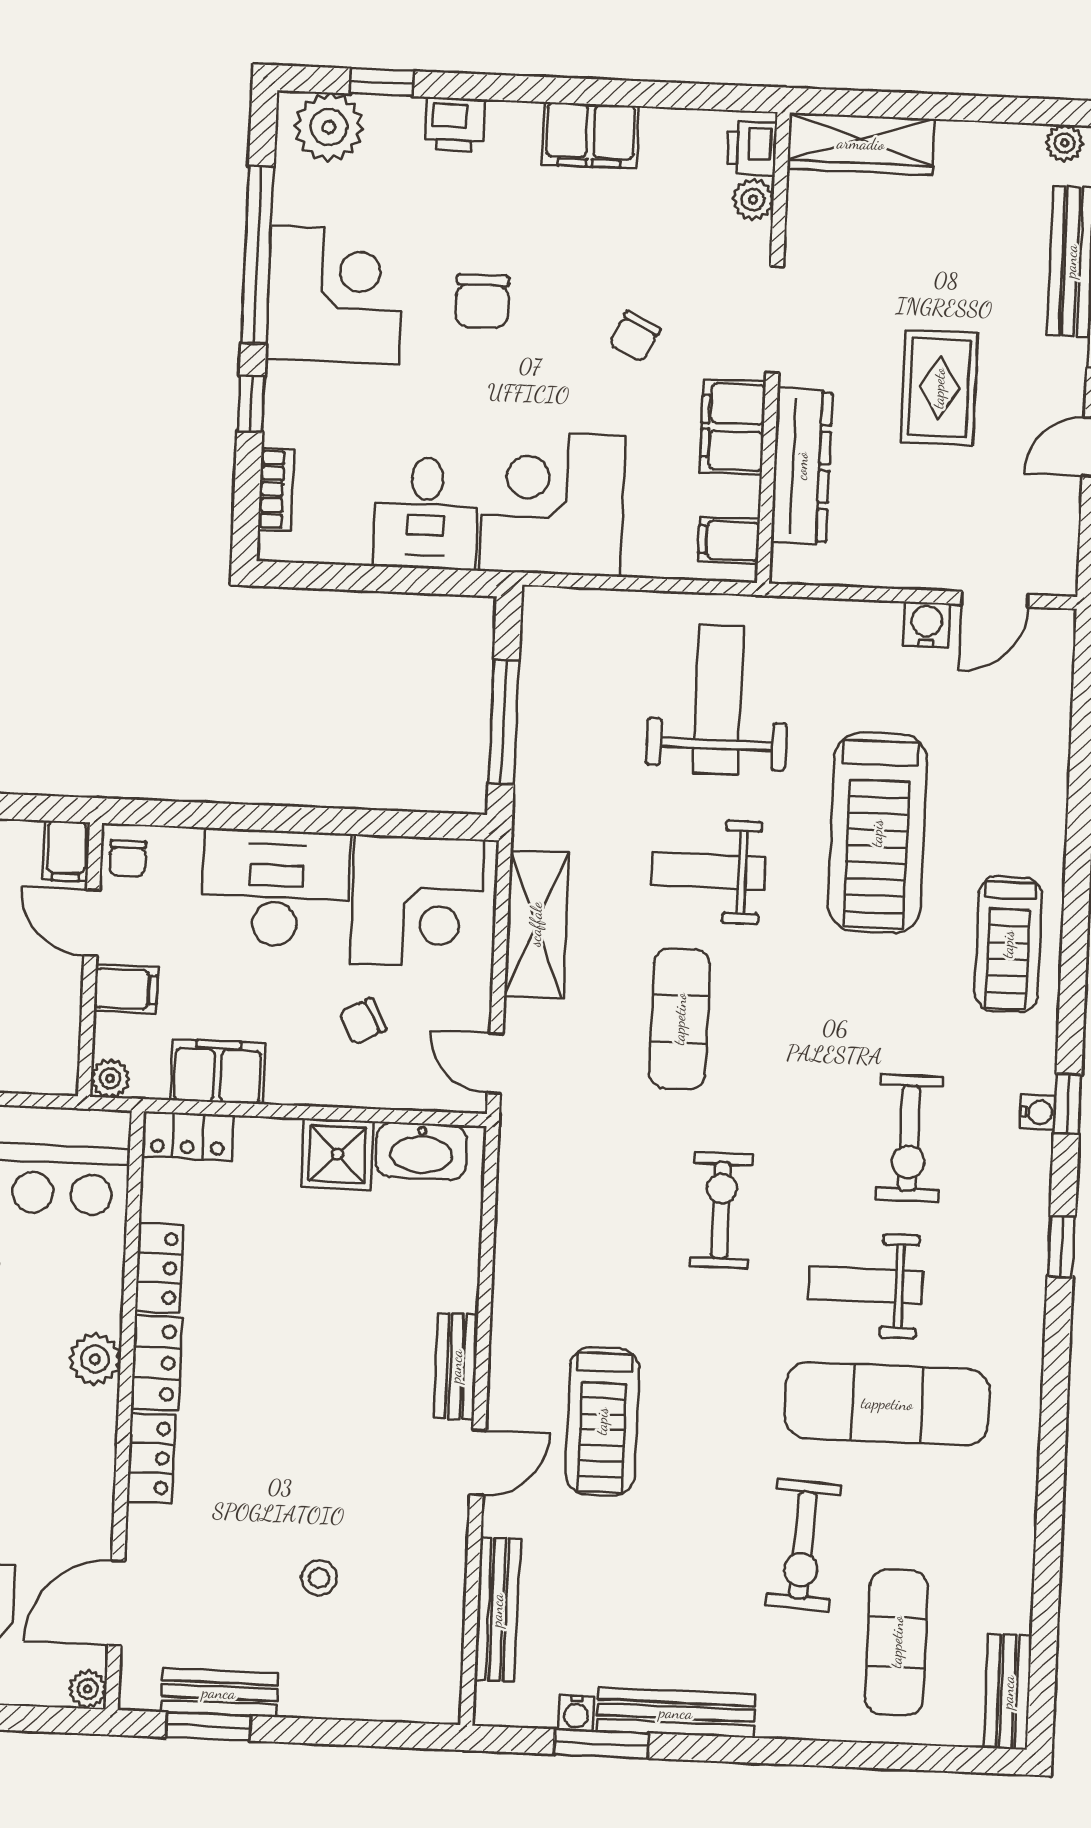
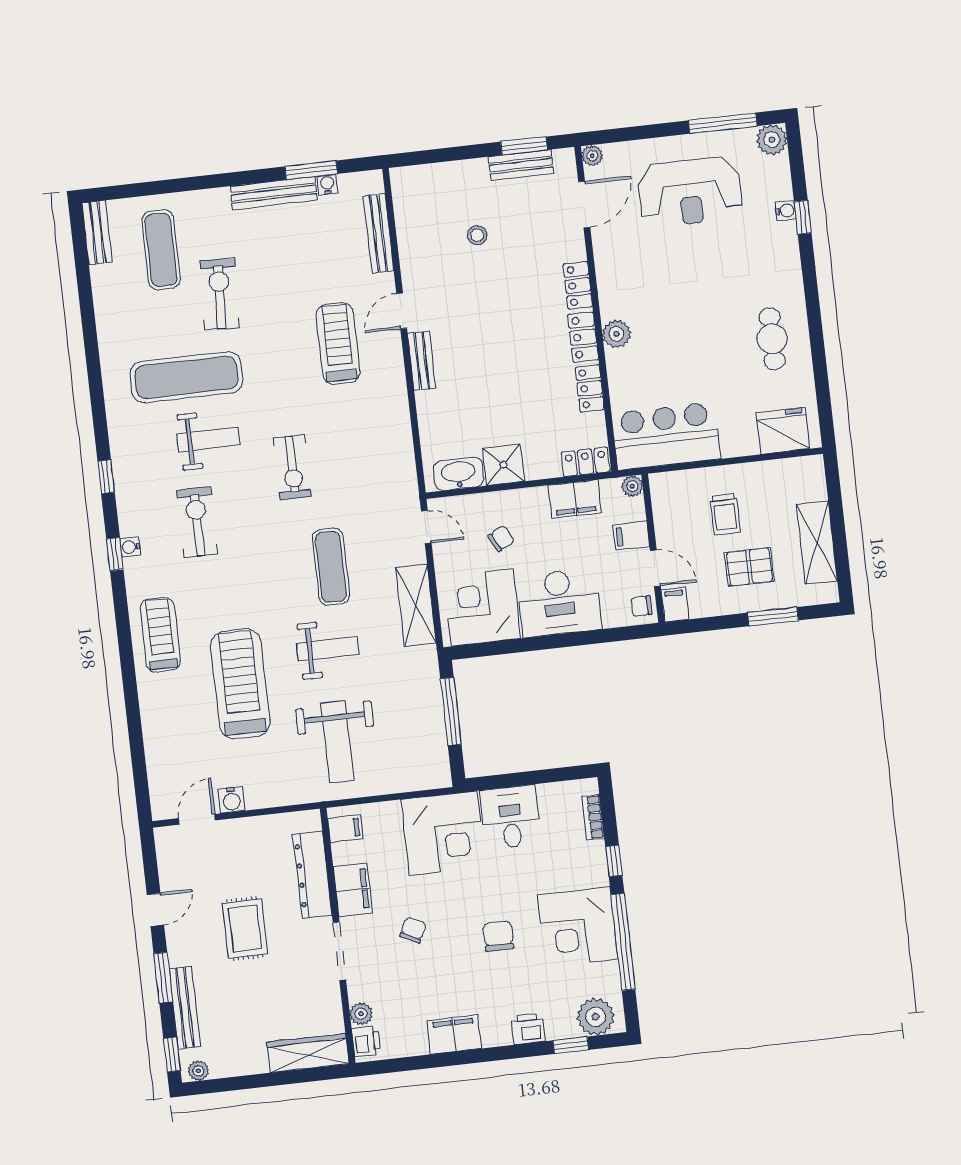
chair: (128, 858) -> (641, 606), turned -90

